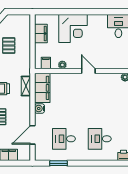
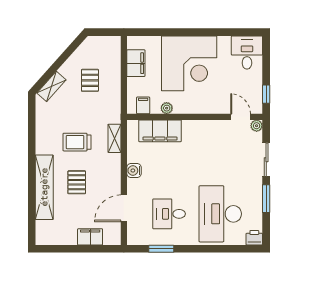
corner desk: (73, 28) -> (189, 63), width x1.36, depth x1.36
door: (88, 71) -> (241, 117), moved
filing cabinet: (42, 88) -> (160, 131), moved, turned 90
desk: (100, 139) -> (220, 214), width x1.87, depth x1.30

